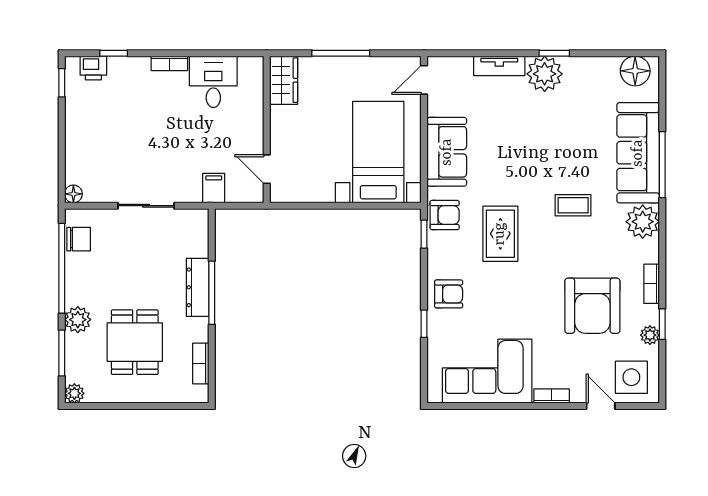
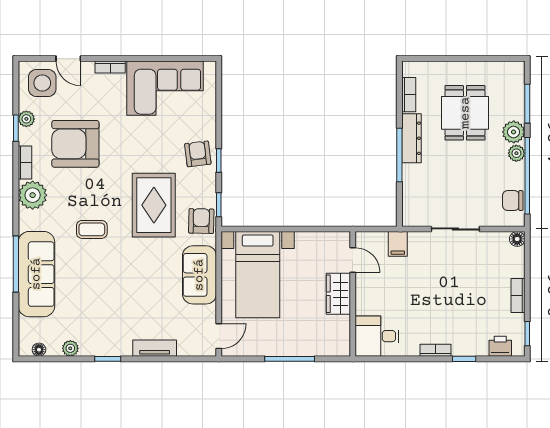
window: (114, 53) -> (464, 359), moved
floor lamp: (635, 71) -> (39, 350), width x0.53, depth x0.53
plant: (545, 74) -> (70, 348), moved, width x0.53, depth x0.53
wardrobe: (284, 80) -> (338, 294), moved
desk: (213, 82) -> (377, 336), moved, turned 90
bookcase: (73, 128) -> (518, 296), added
armchair: (445, 215) -> (201, 221), turned 91
plant: (643, 222) -> (33, 195), moved
rug: (500, 234) -> (154, 205), width x1.36, depth x1.43
dresser: (198, 287) -> (411, 138), moved
armchair: (449, 294) -> (198, 154), turned 83
armchair: (592, 306) -> (75, 144), turned -90
window: (424, 324) -> (219, 161), moved
plant: (74, 393) -> (516, 153), moved

